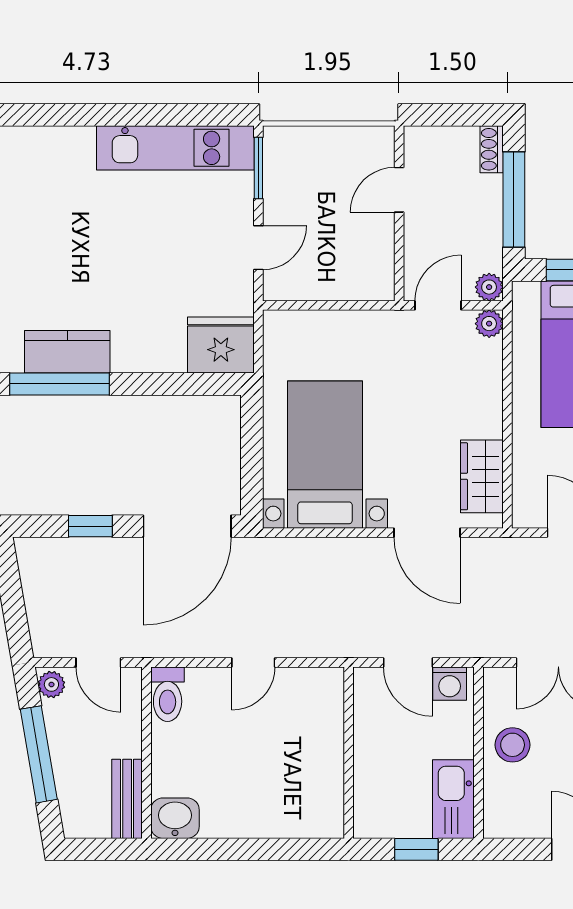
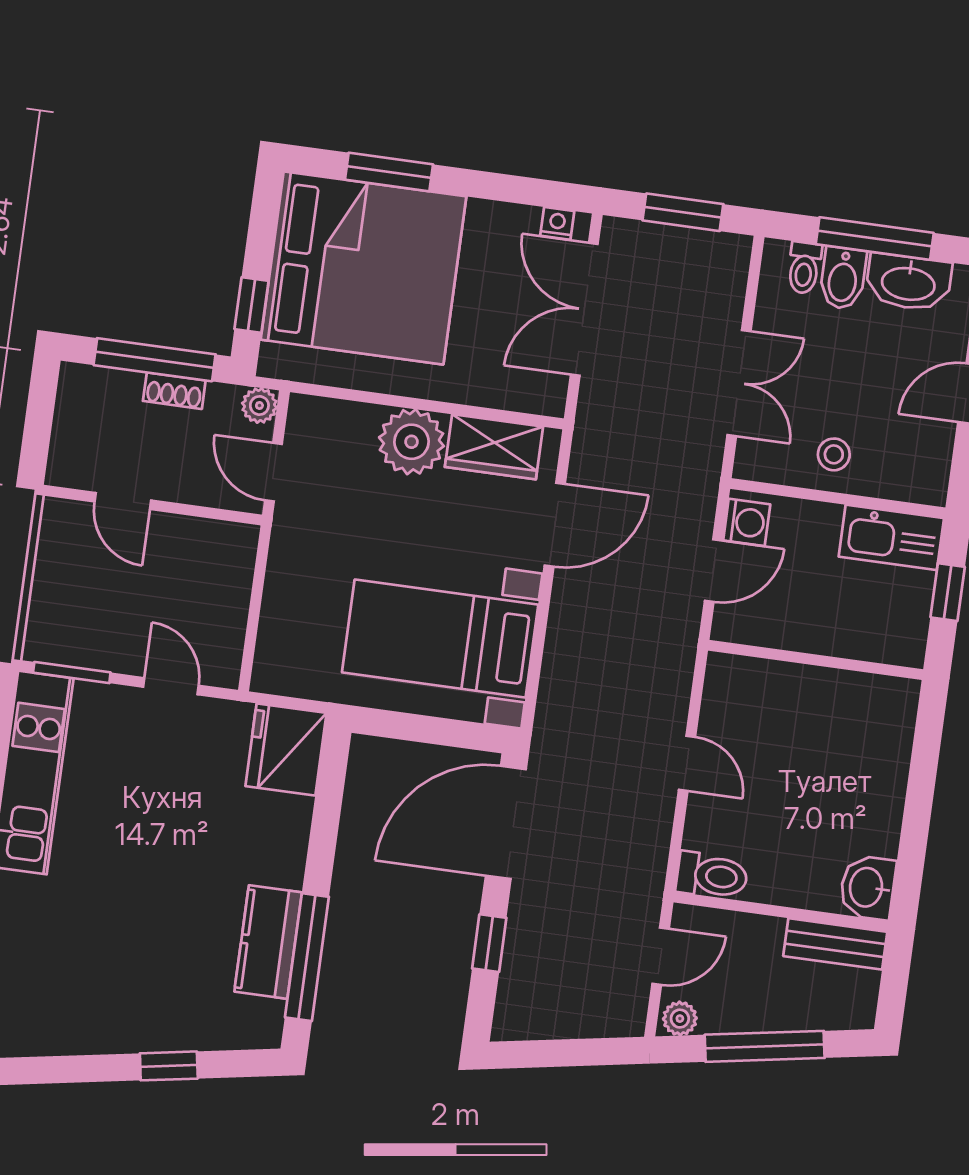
shoe rack: (492, 149) -> (174, 391), moved
plant: (489, 324) -> (411, 442), moved, width x1.88, depth x1.88
door: (187, 526) -> (506, 822), swing flipped
stool: (513, 745) -> (834, 454), width x0.73, depth x0.73

